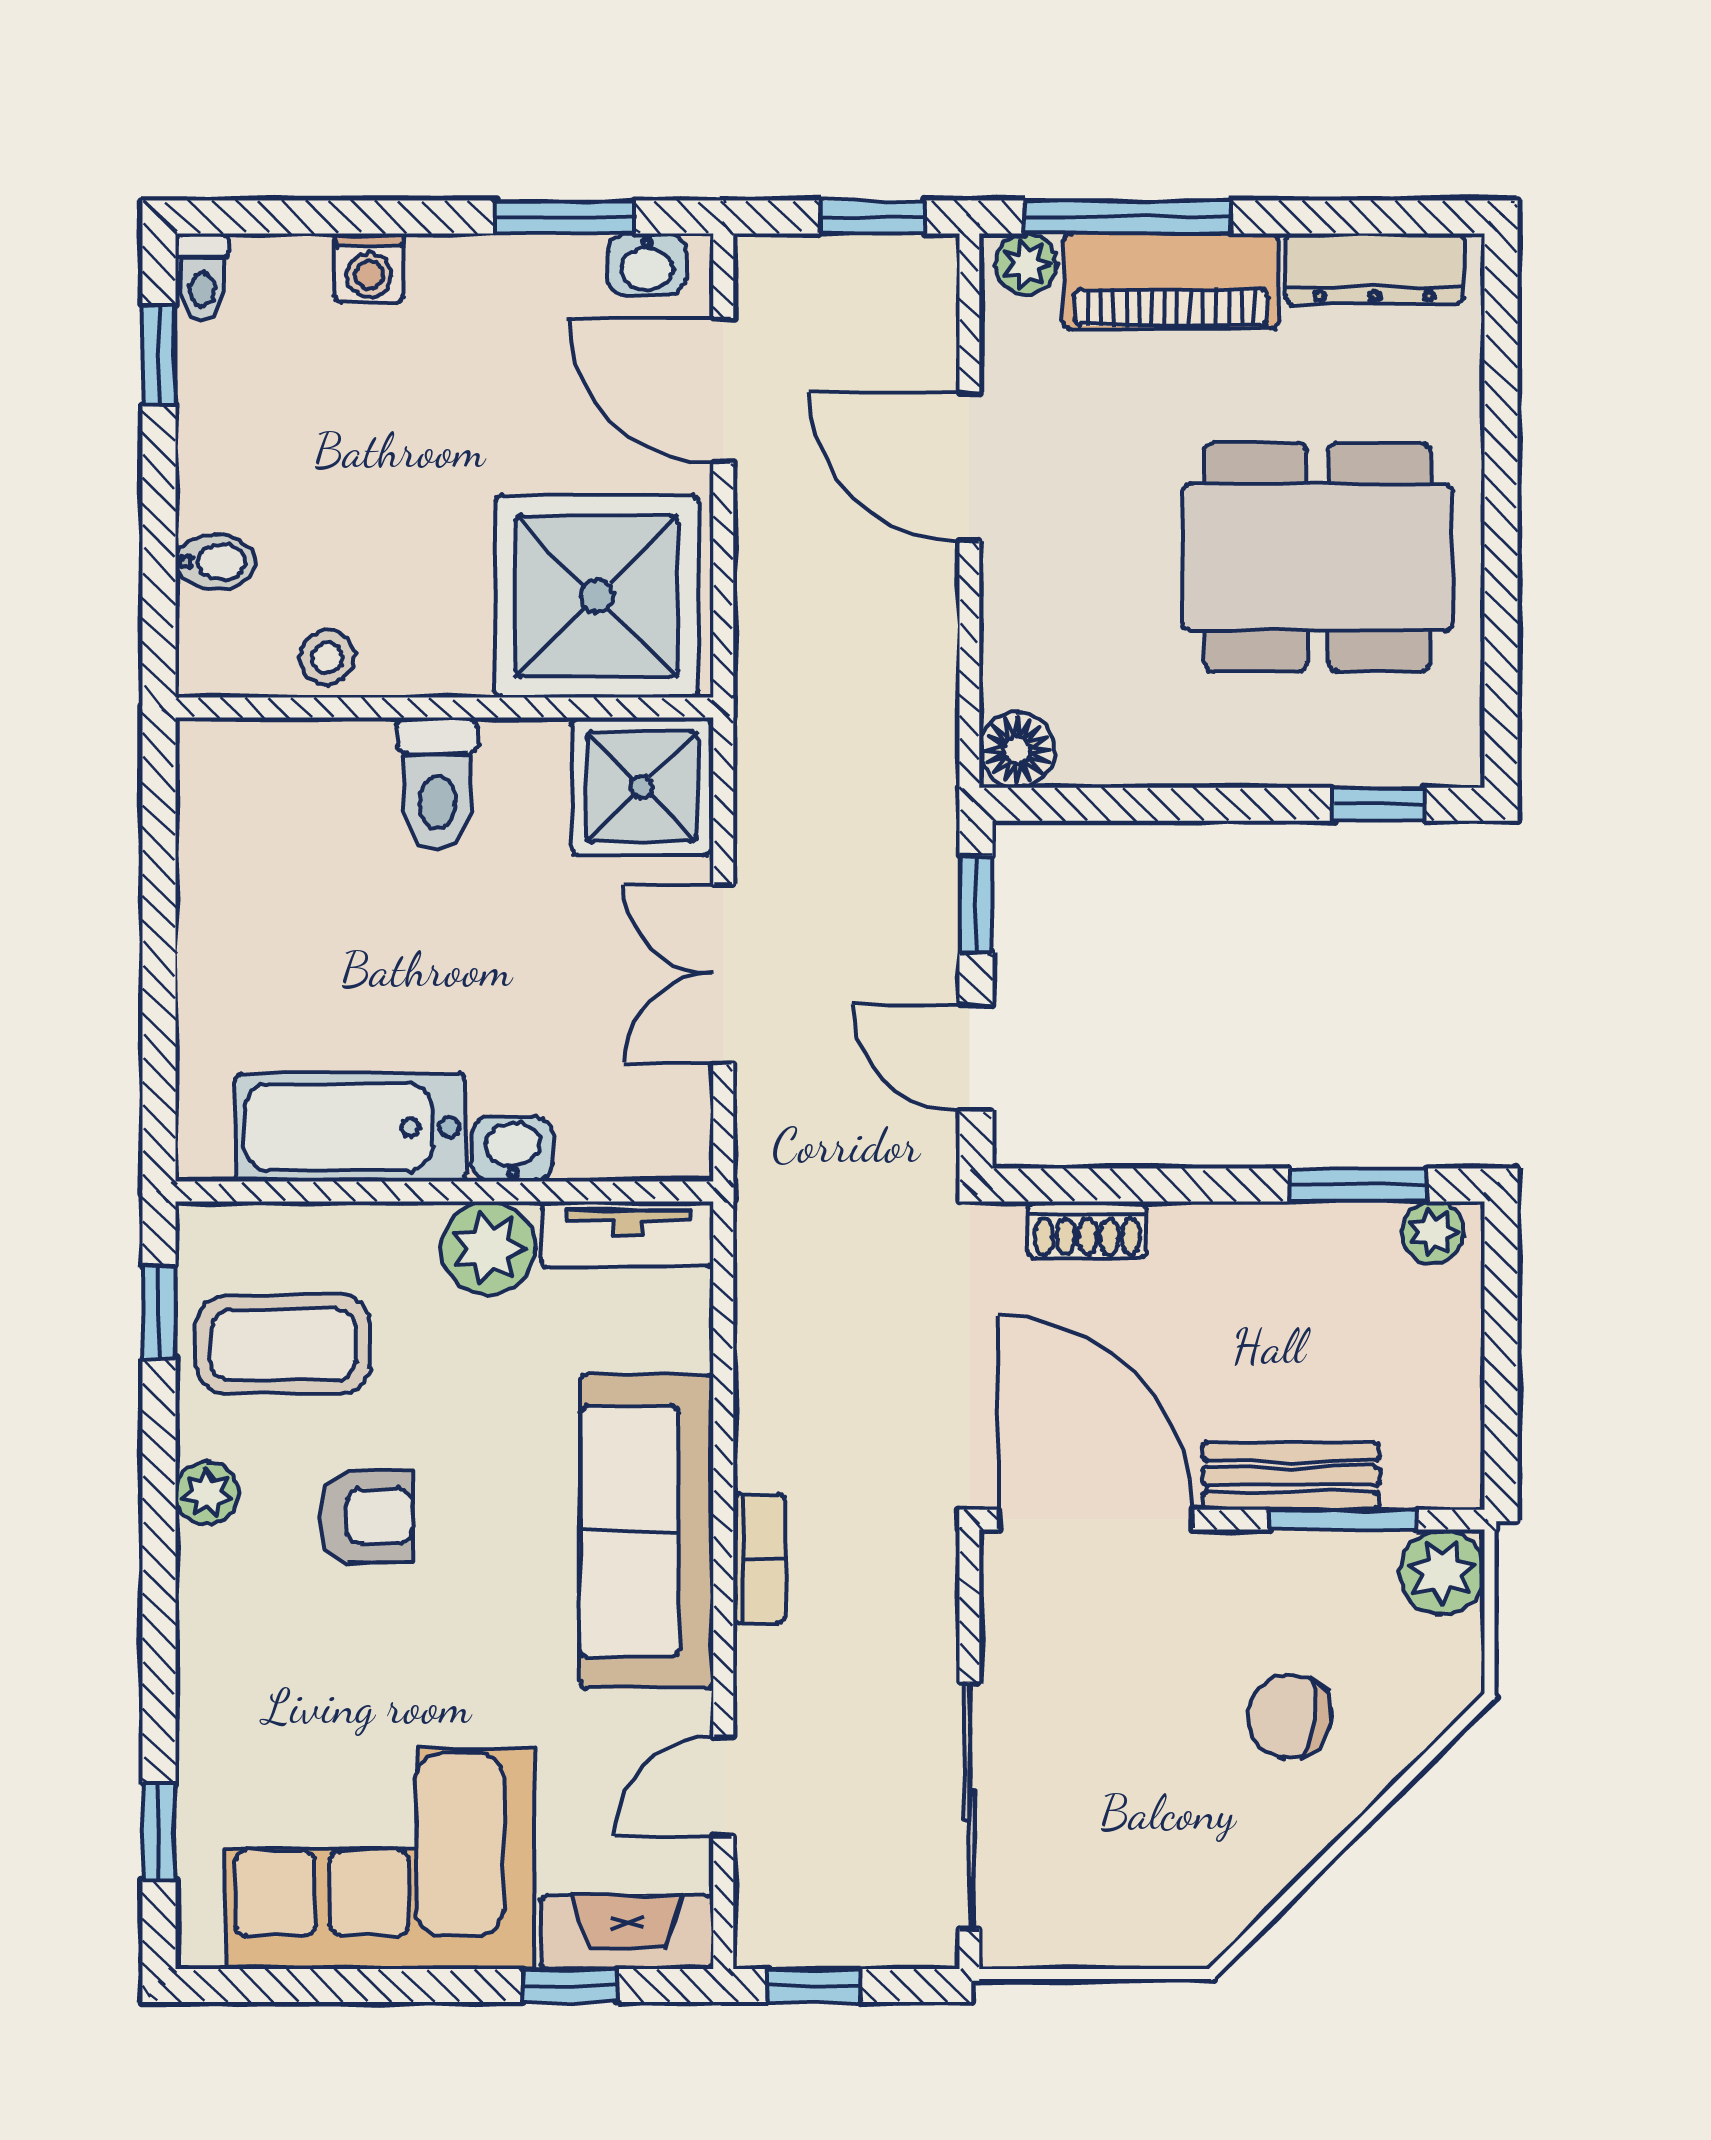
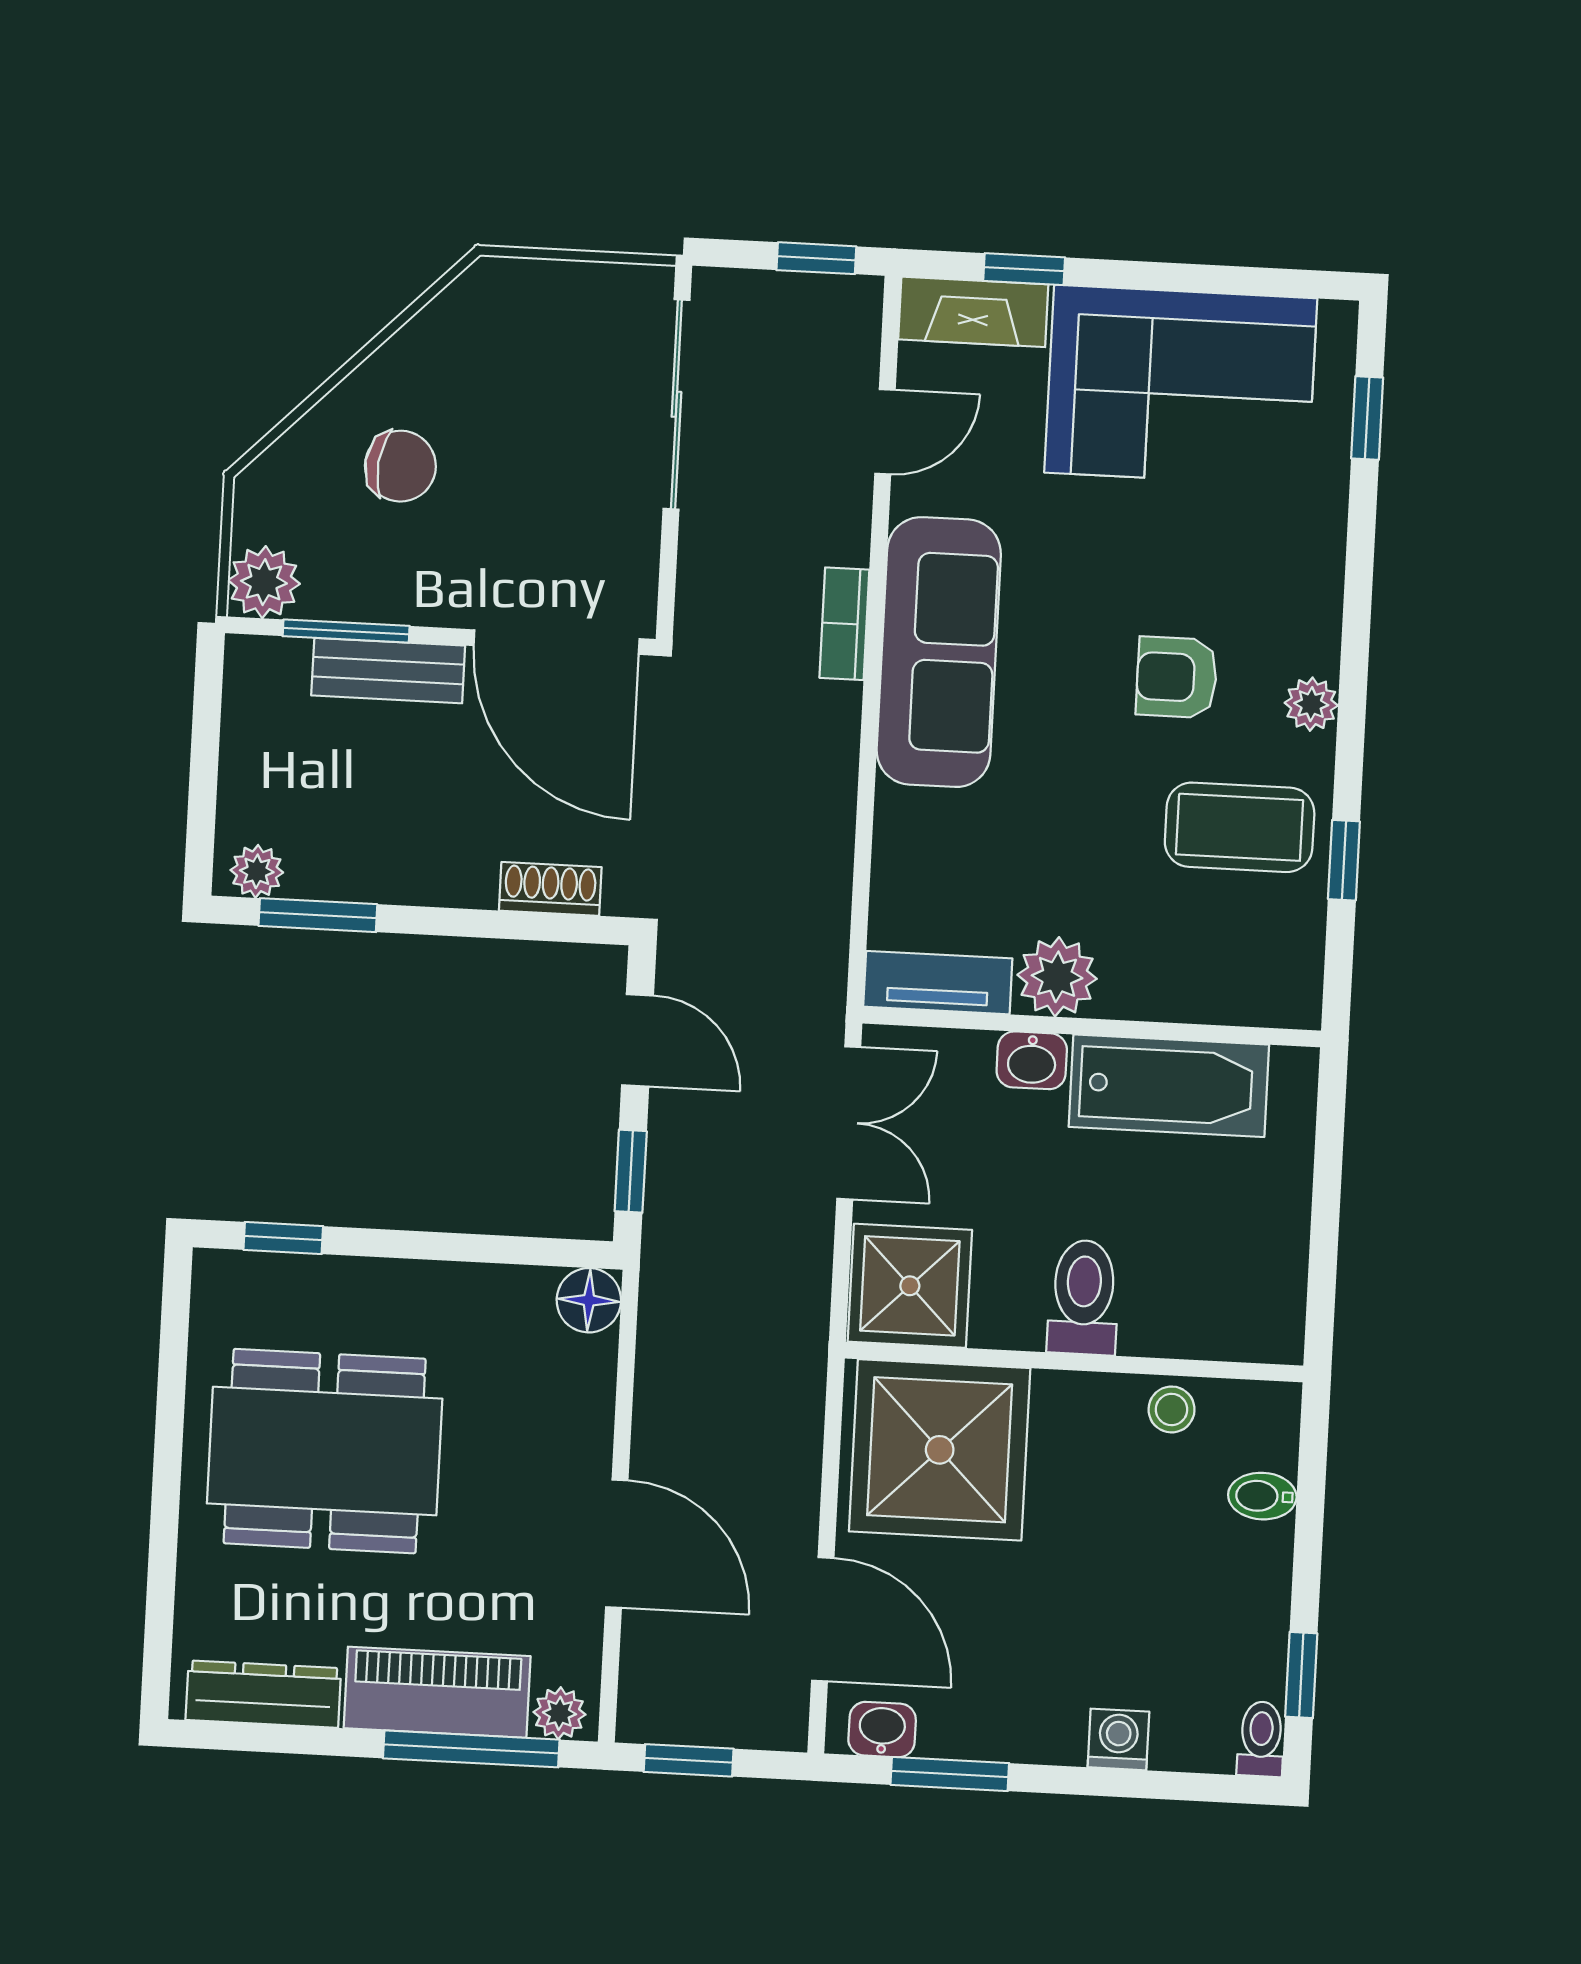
bathtub: (350, 1127) -> (1169, 1086), moved
washbasin: (513, 1149) -> (1032, 1060), moved
wall: (444, 1191) -> (1092, 1027), moved
tv unit: (627, 1234) -> (938, 983), moved
plant: (488, 1248) -> (1057, 977), moved

